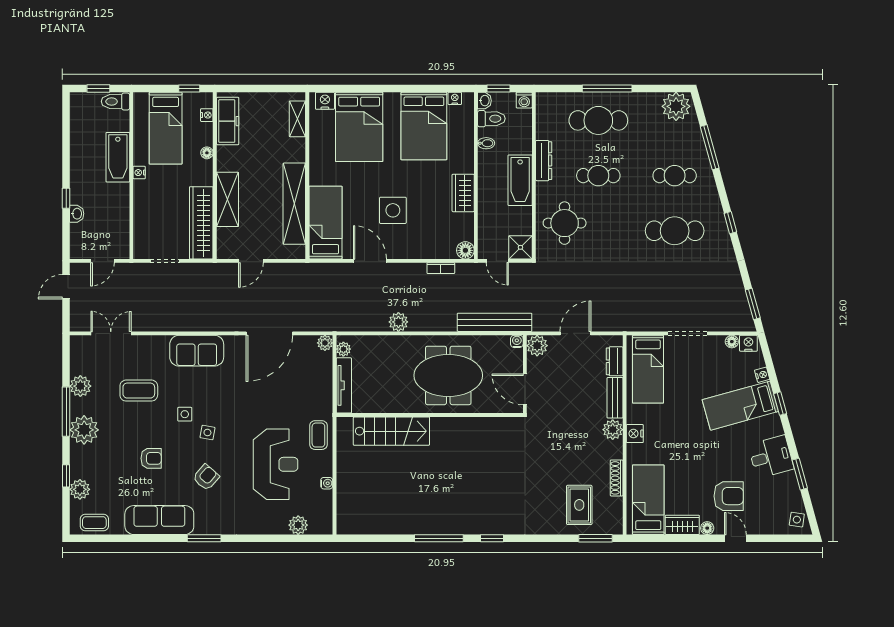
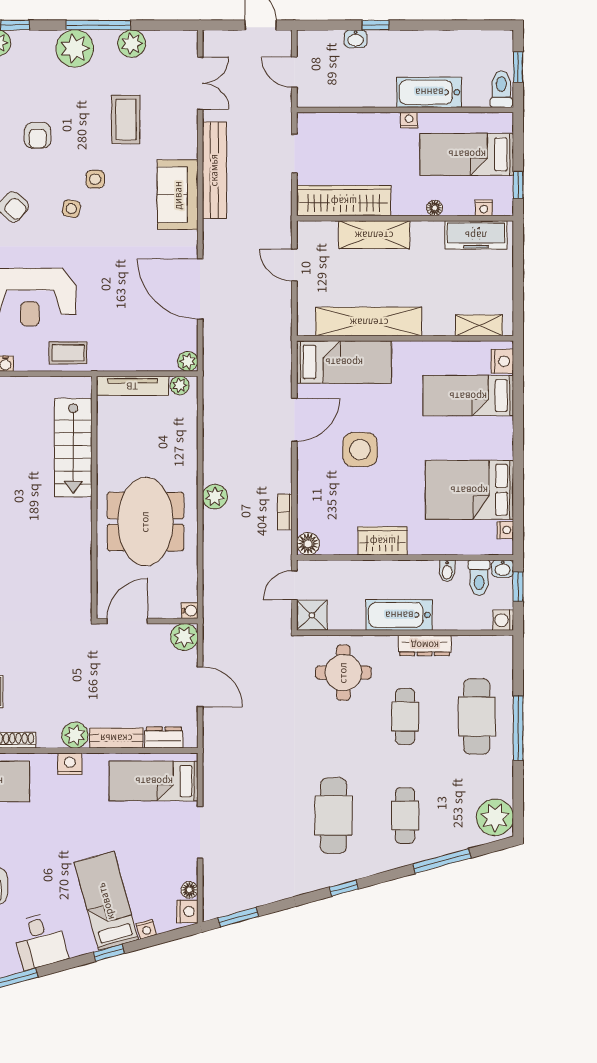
bed: (359, 127) -> (468, 396), width x0.67
plant: (398, 322) -> (215, 497), moved
bench: (495, 322) -> (214, 170), moved

